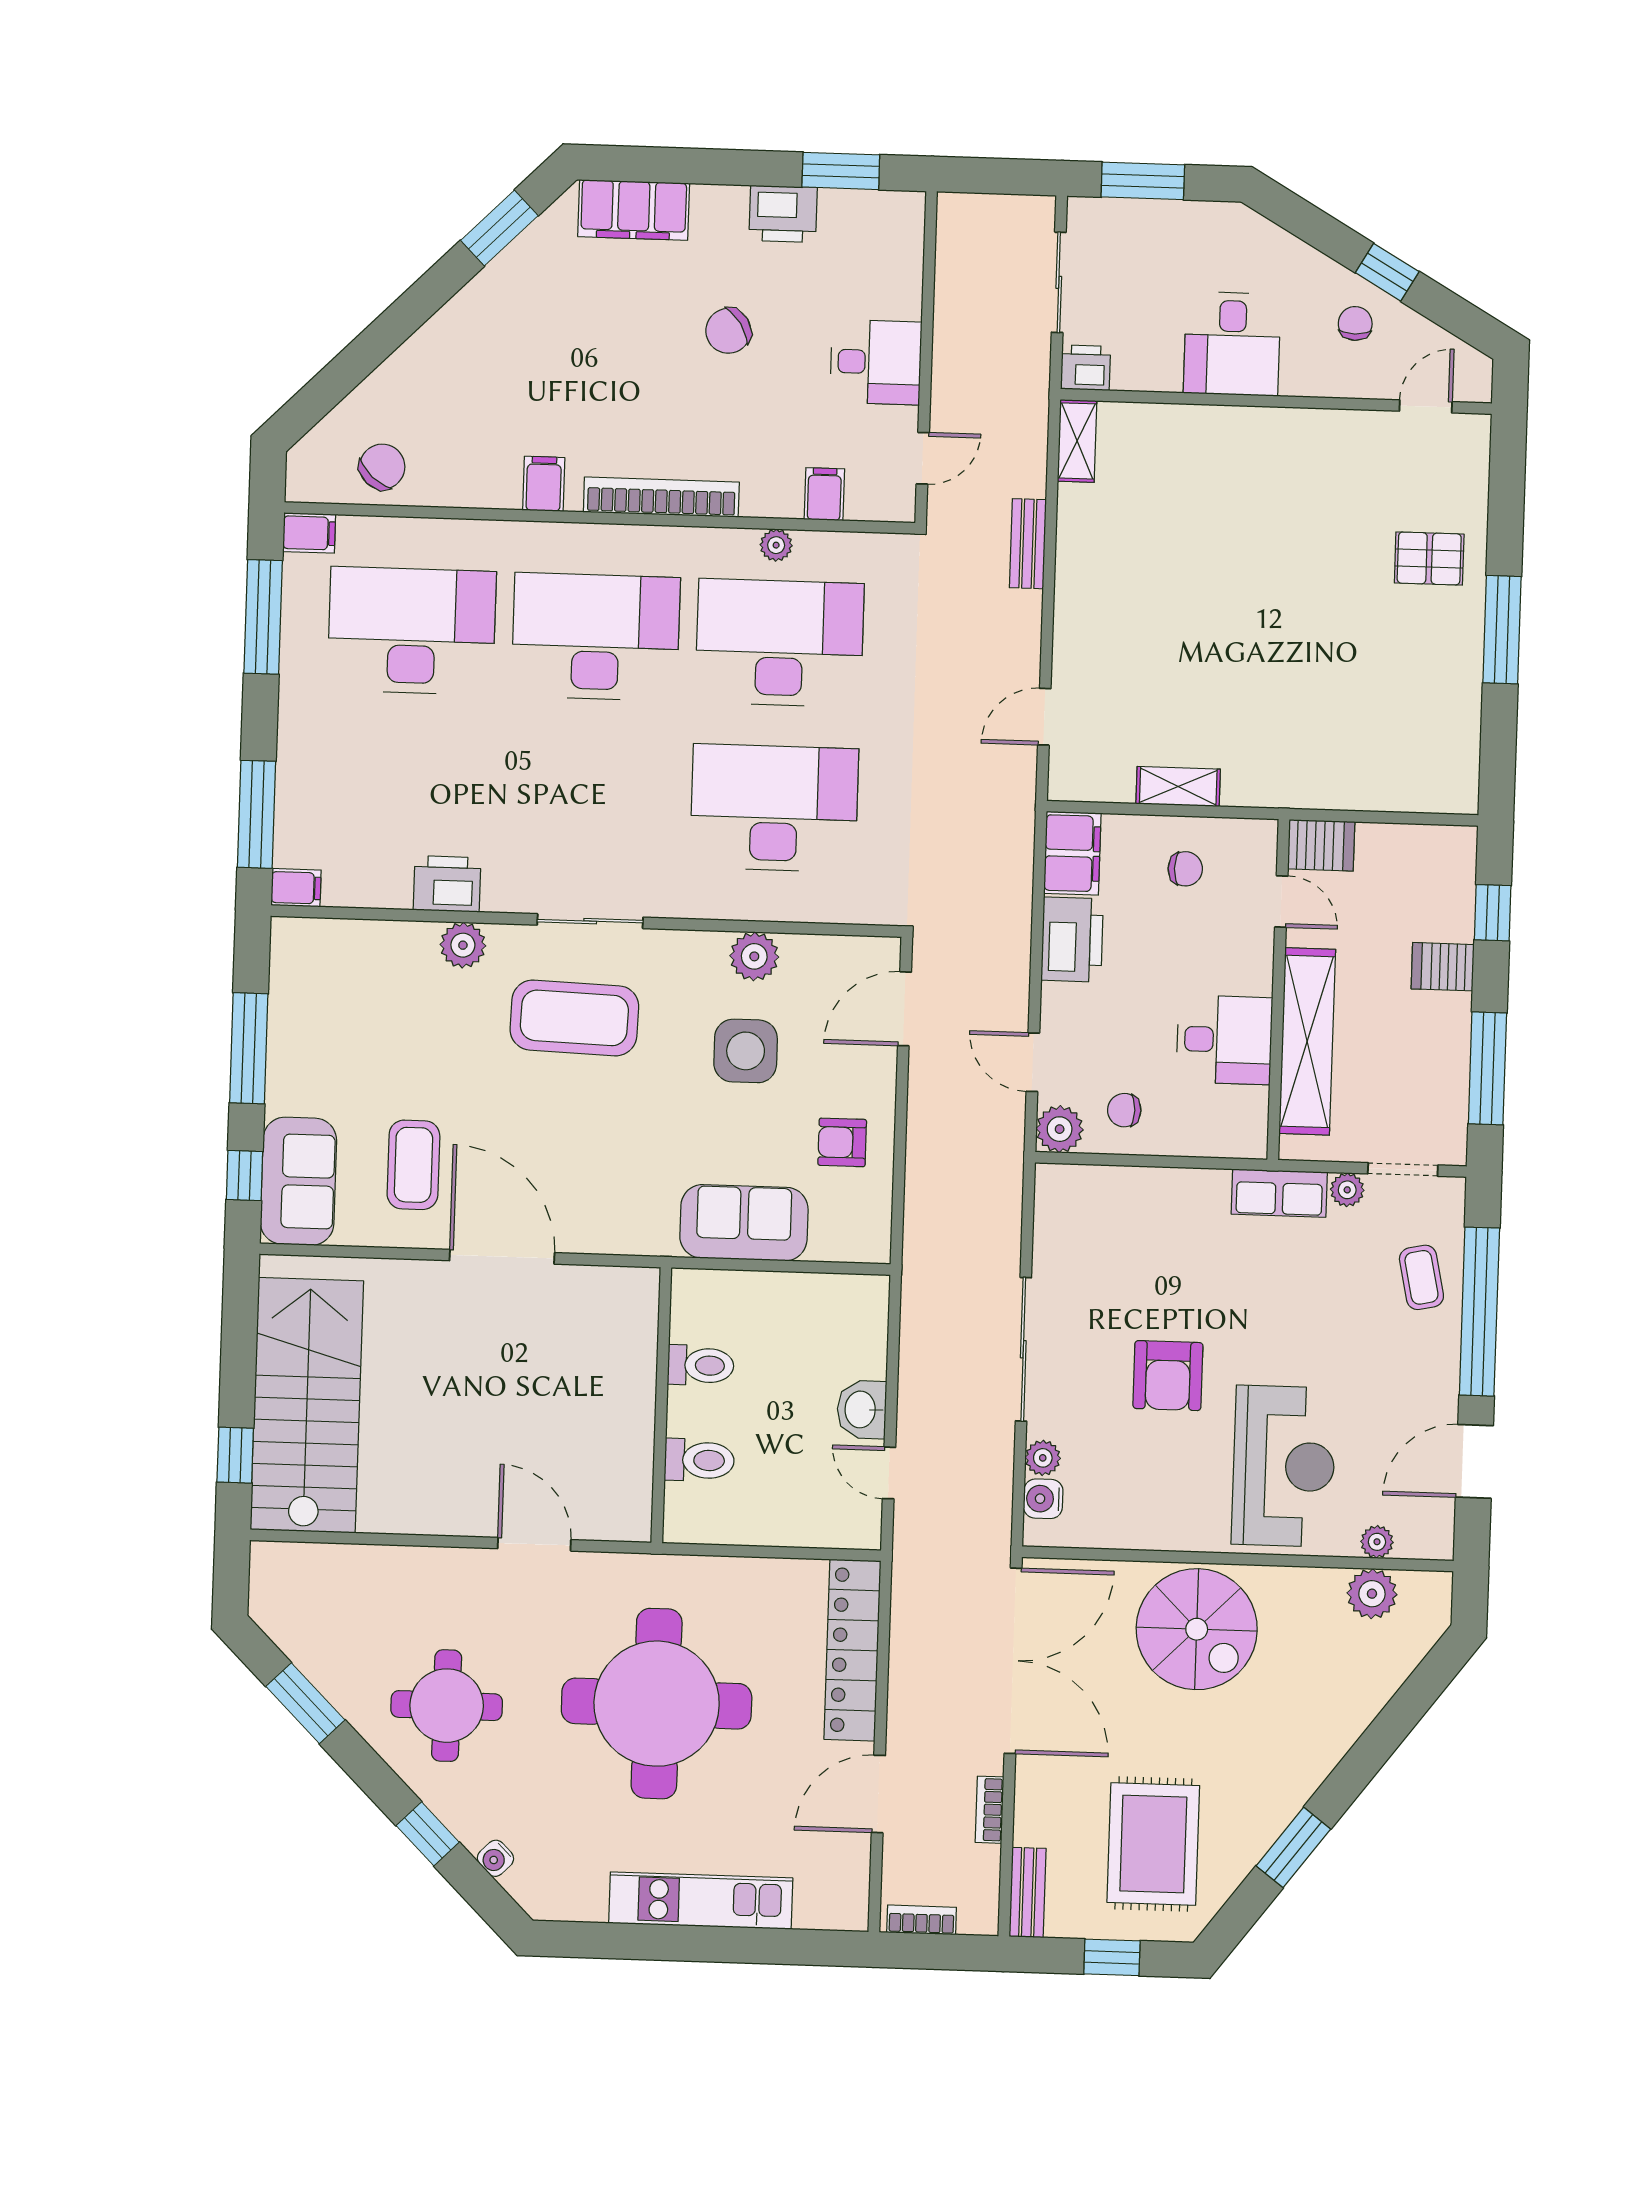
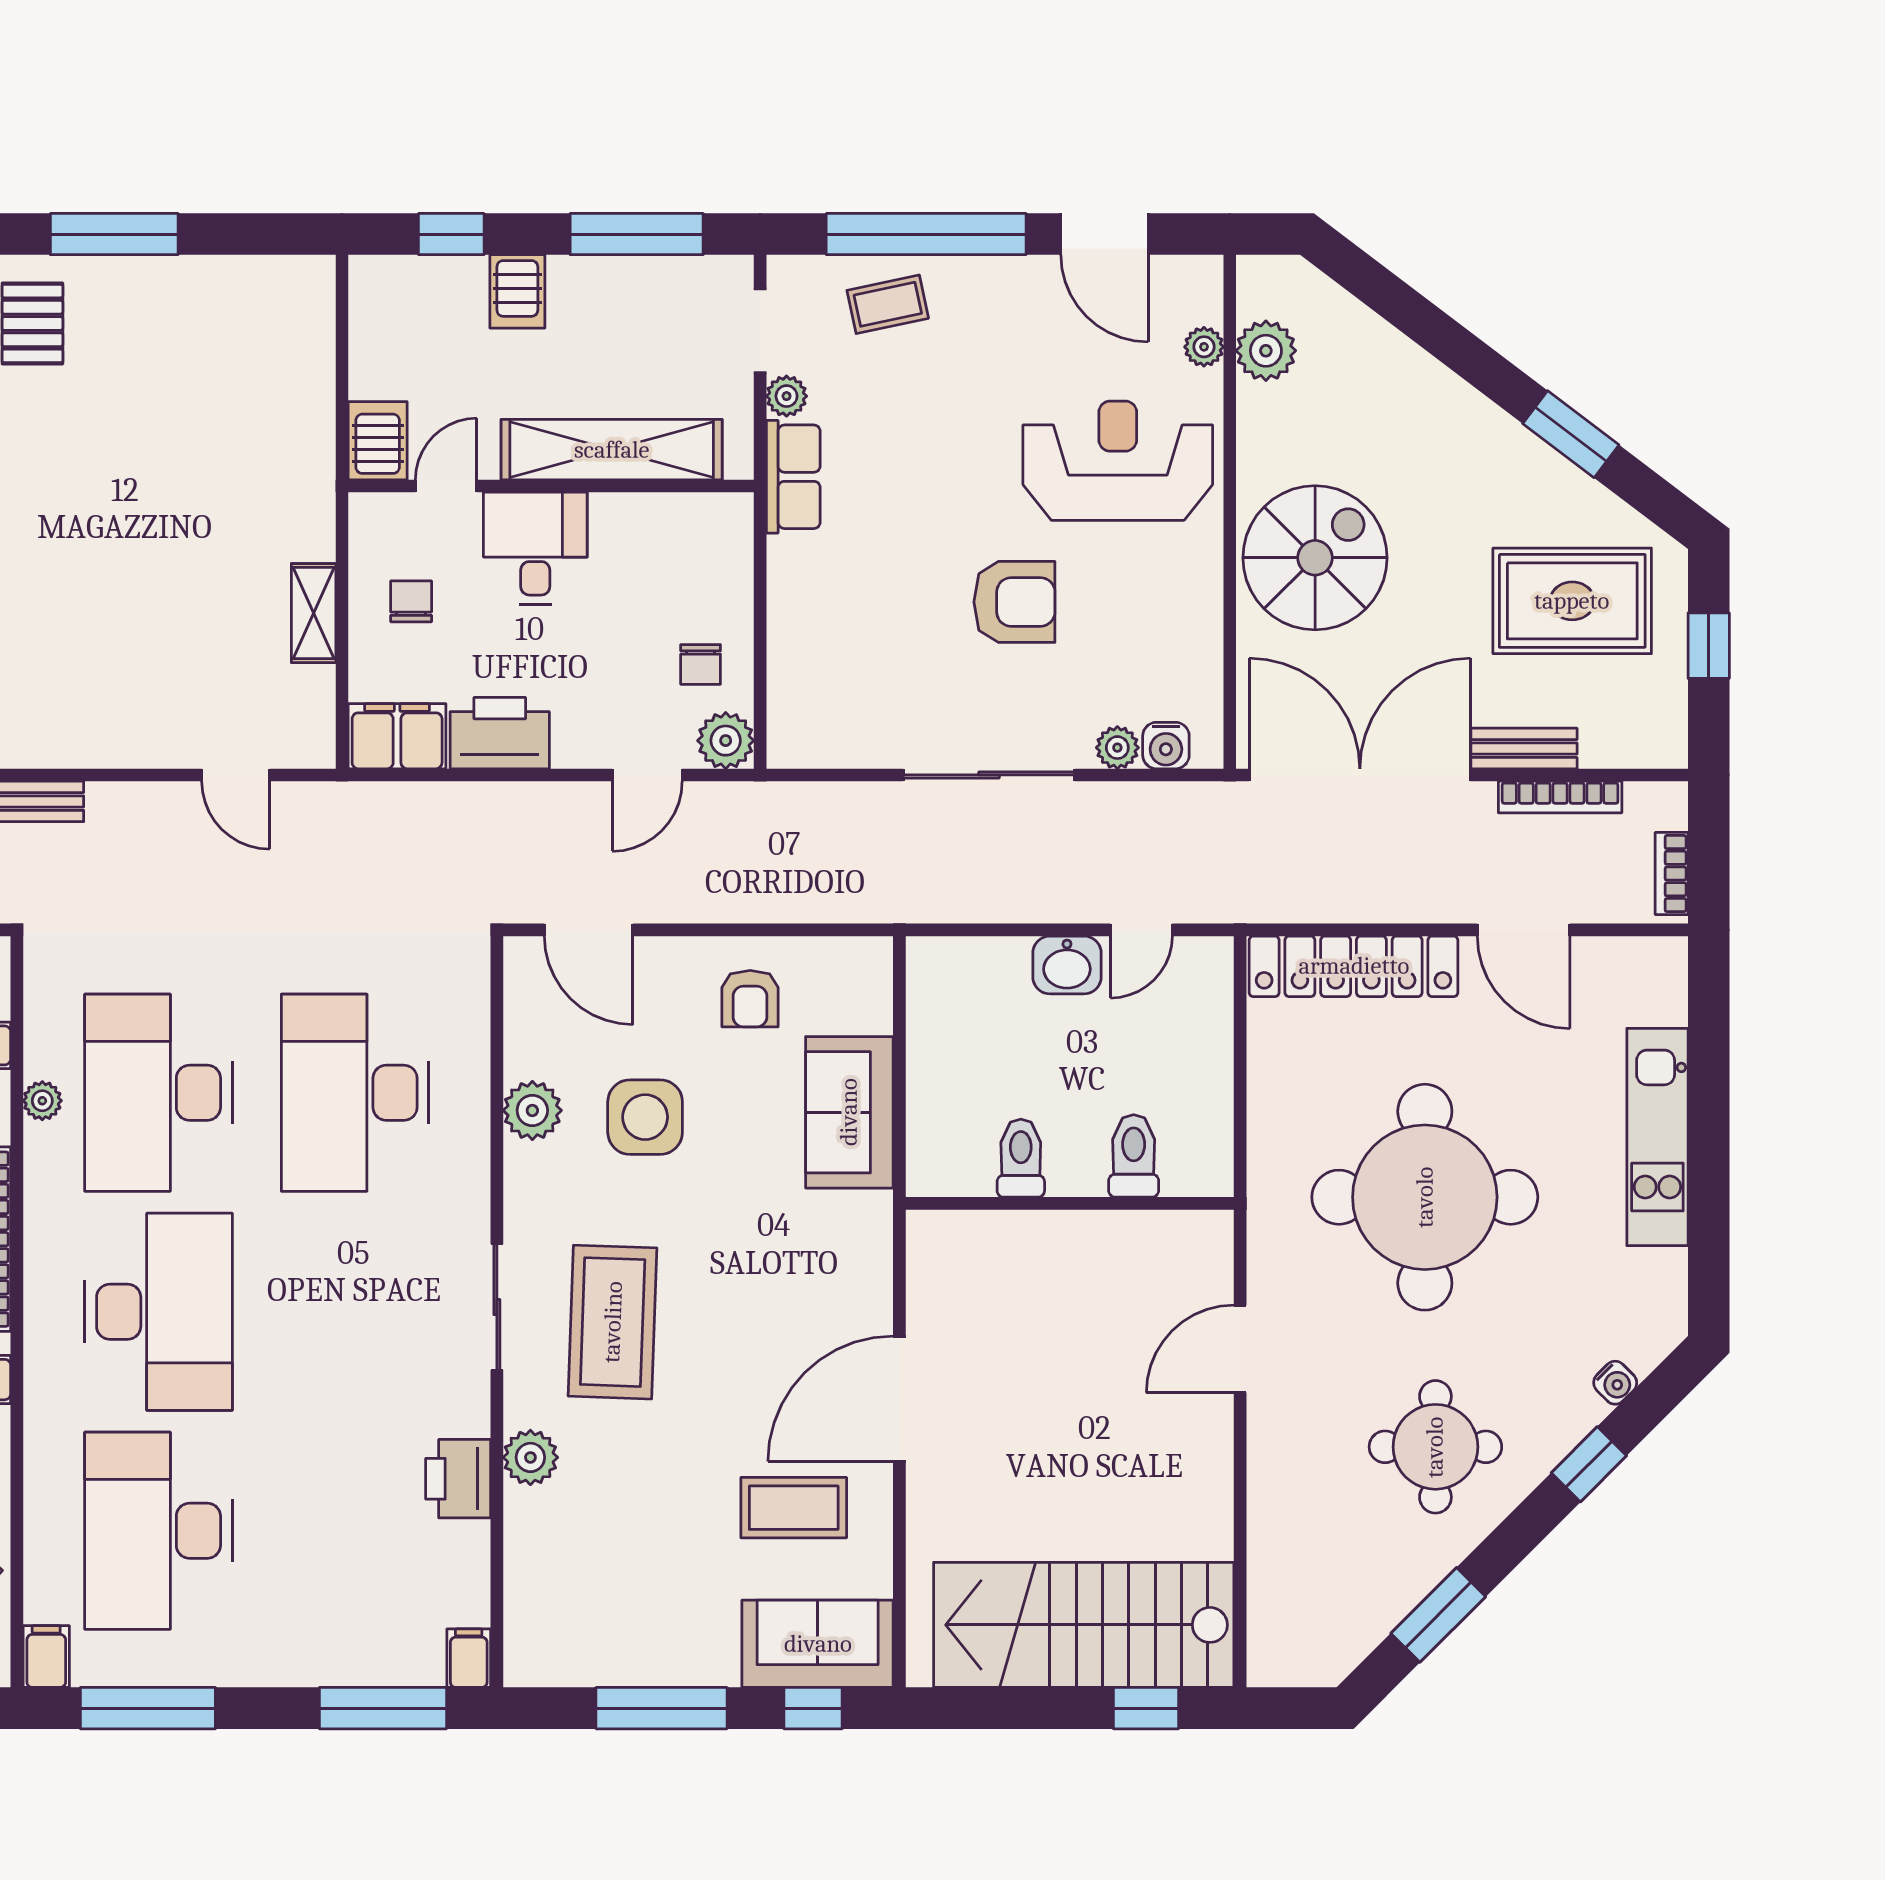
desk: (596, 637) -> (159, 1312), turned 180
desk: (1224, 1040) -> (535, 548), moved
bookcase: (990, 1810) -> (1560, 797), width x1.56
bench: (1028, 1893) -> (1524, 748), moved

